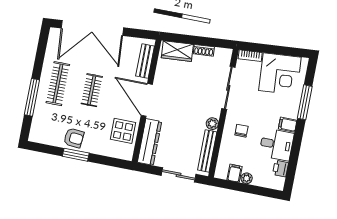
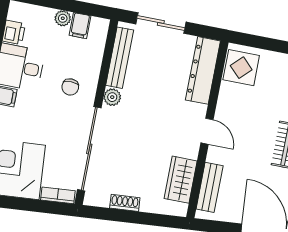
wardrobe: (177, 51) -> (181, 180), moved, turned -86
sliding door: (228, 88) -> (89, 149), width x1.36
door: (147, 100) -> (207, 131), width x0.53
display table: (123, 131) -> (241, 68), moved

